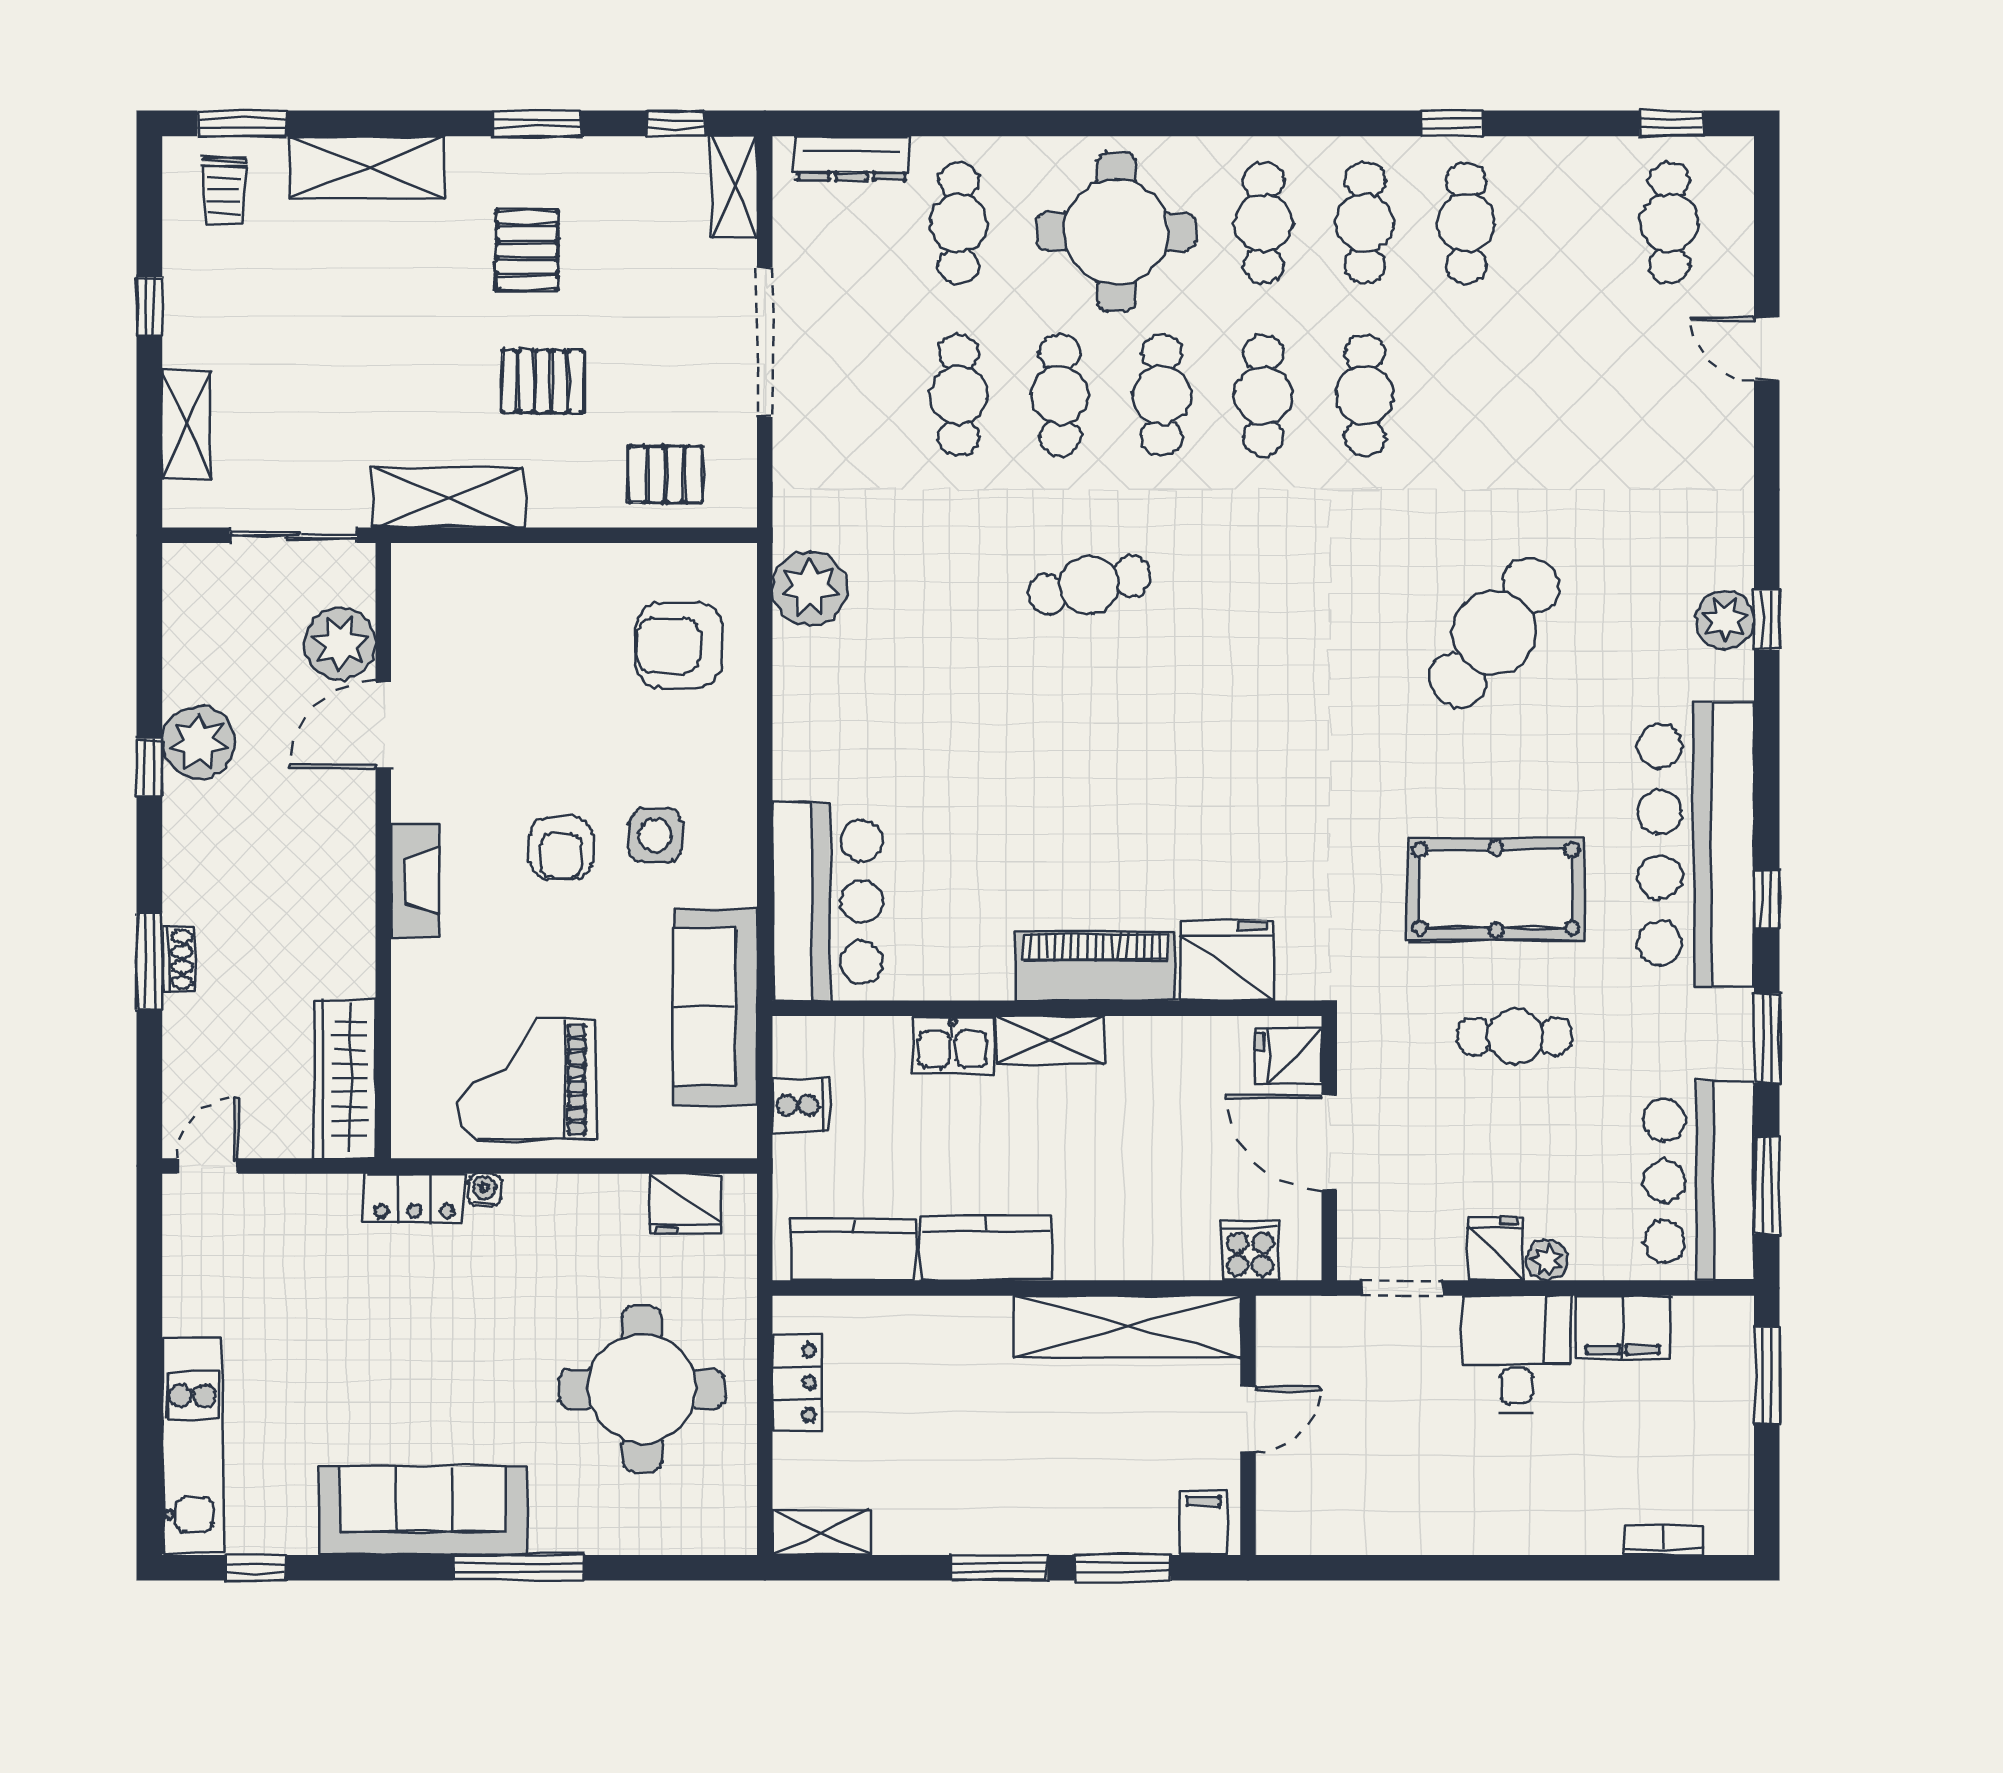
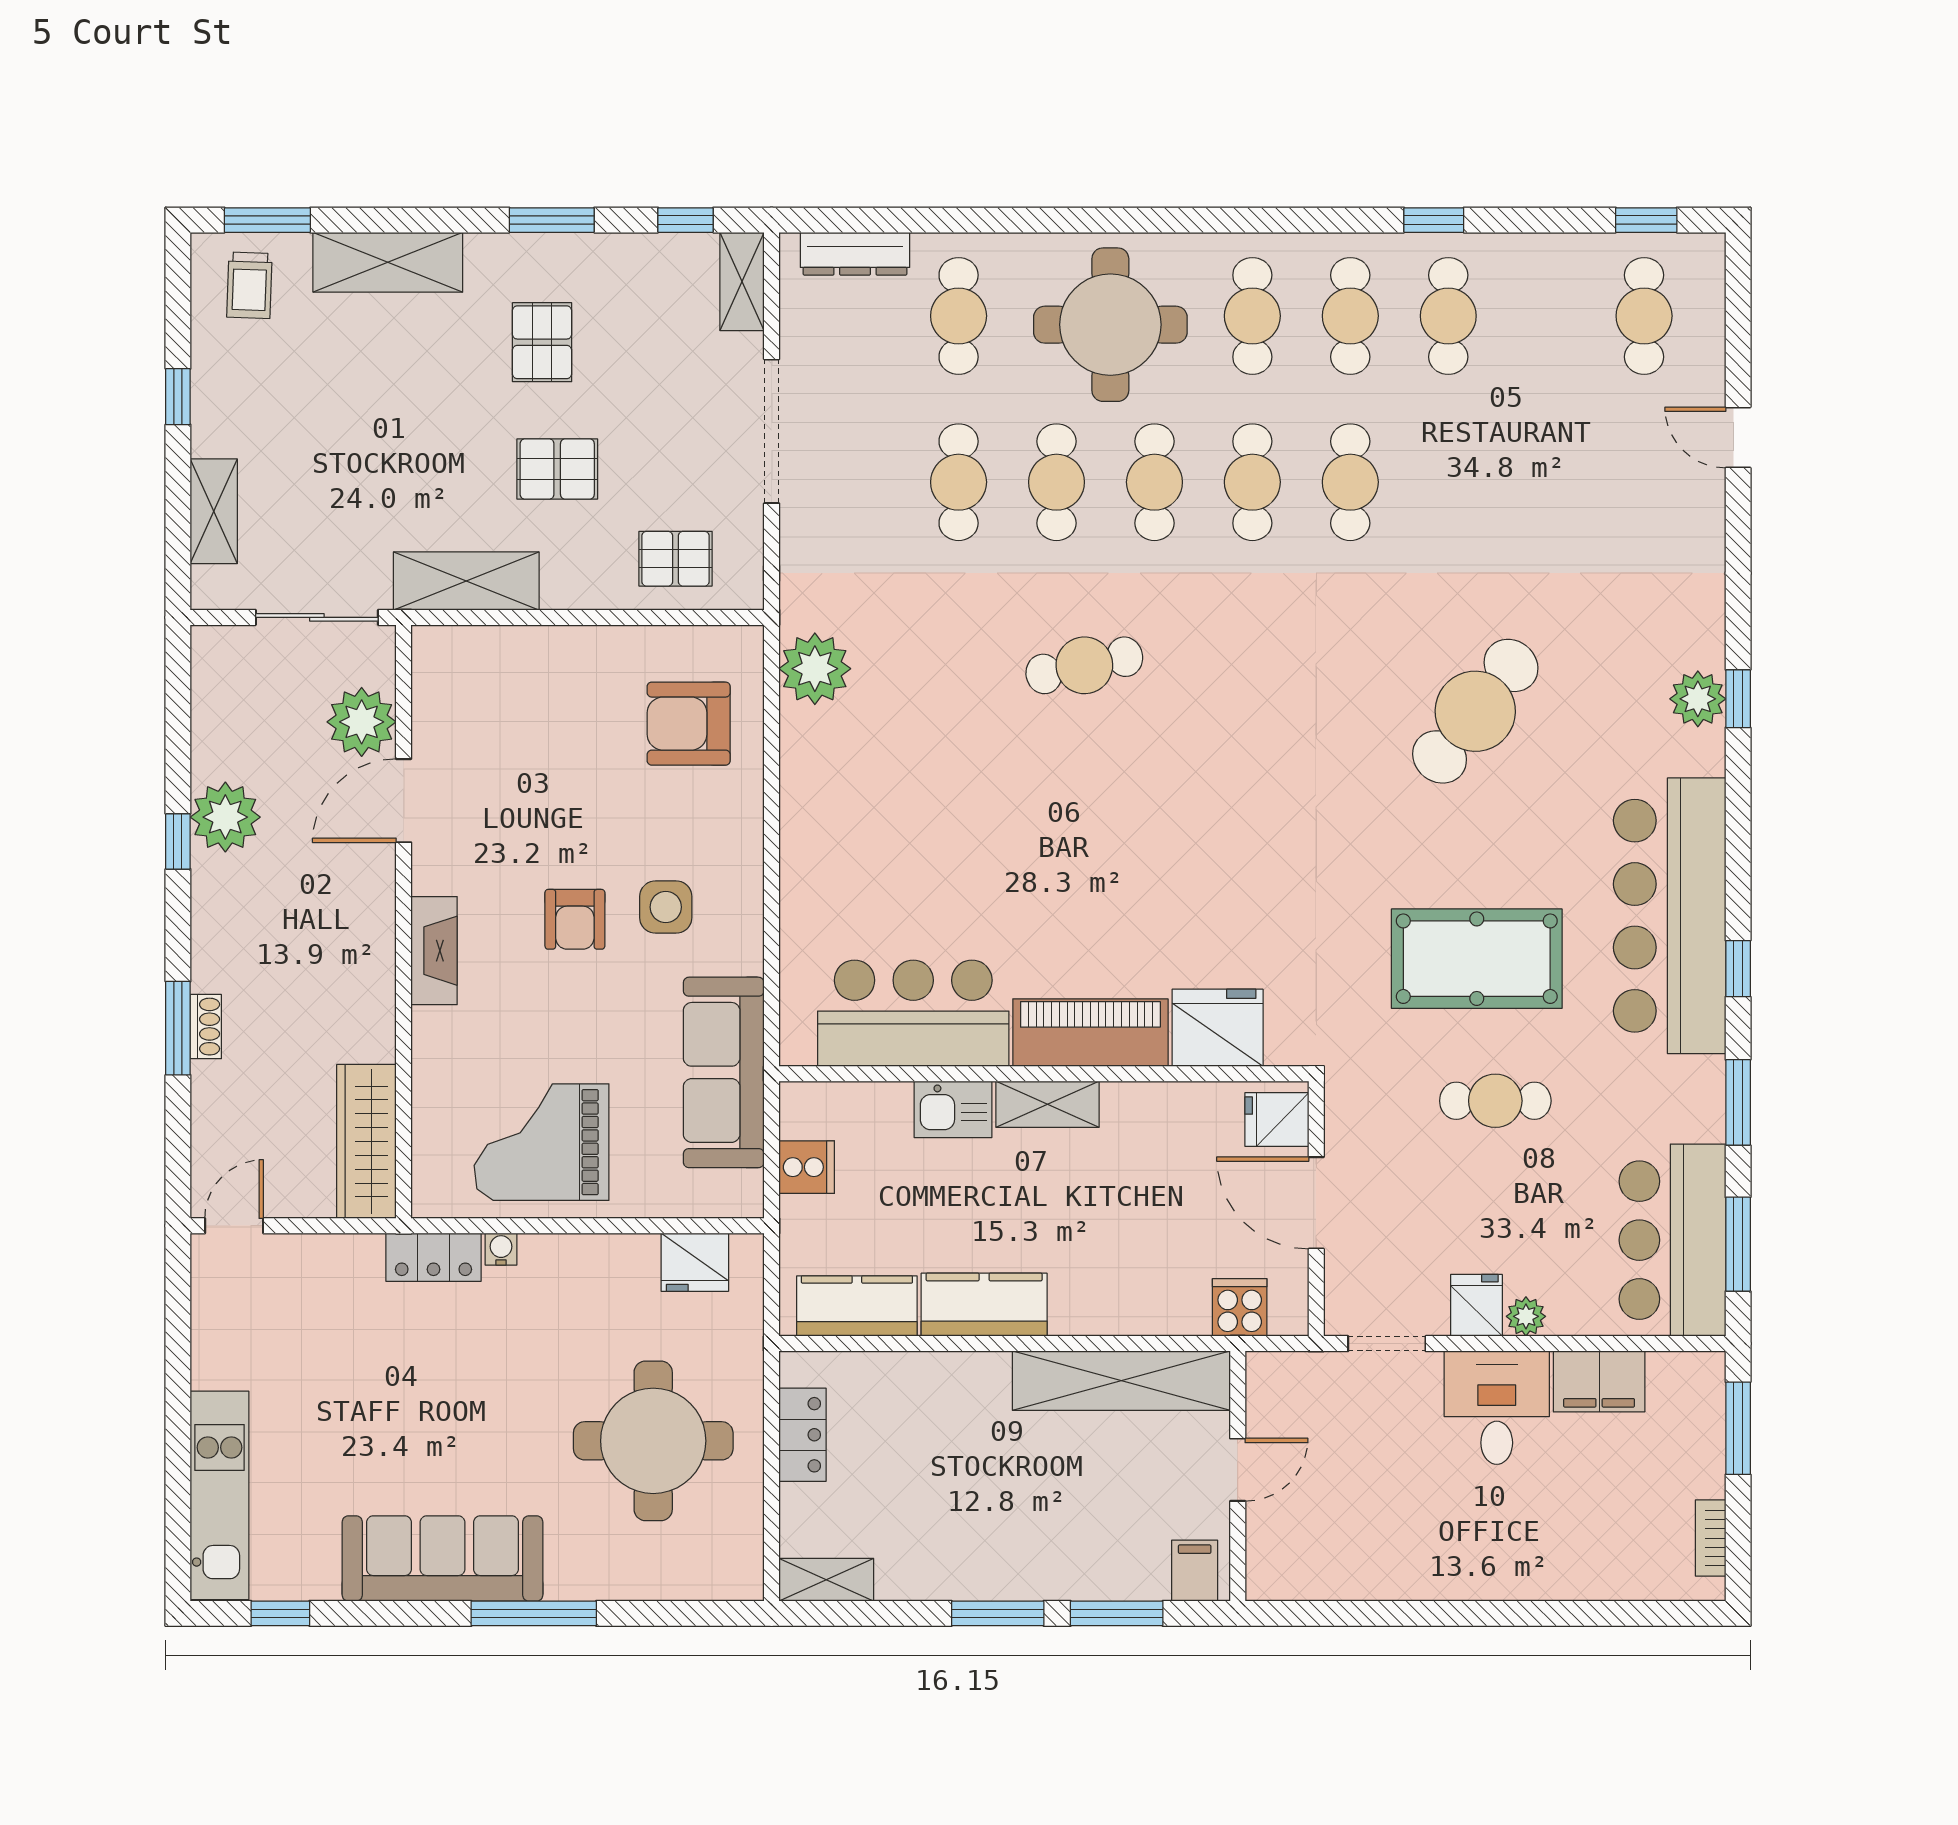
bar counter: (828, 901) -> (913, 1013), moved, turned -90
bookcase: (1663, 1539) -> (1711, 1538), moved, turned -90

